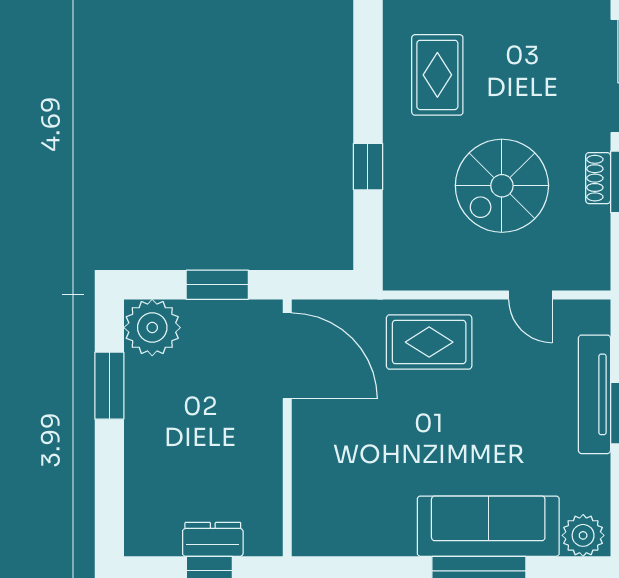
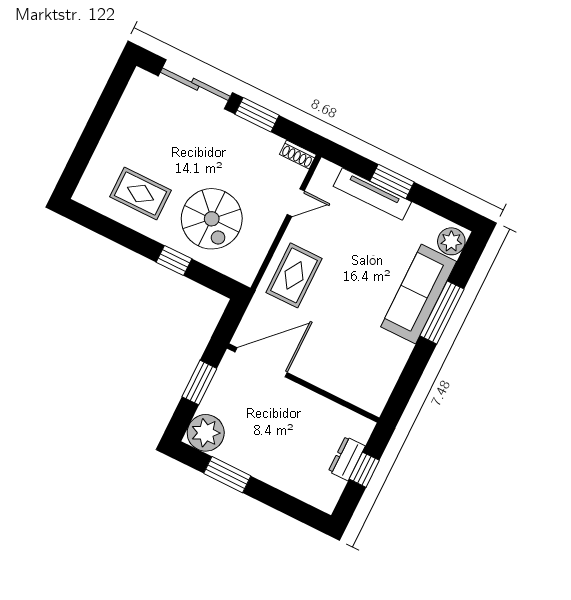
shoe rack: (598, 178) -> (298, 155), moved
spiral stairs: (502, 186) -> (212, 219), moved

